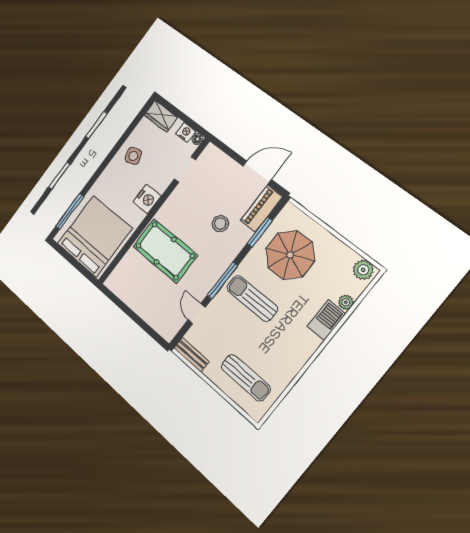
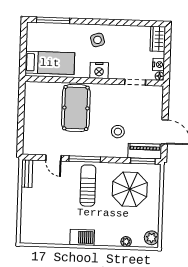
side table: (133, 156) -> (97, 40), moved
window: (260, 232) -> (143, 161), moved
bed: (95, 236) -> (50, 63), width x0.49
door: (197, 314) -> (53, 158), swing flipped
barbecue: (326, 320) -> (82, 237), moved
sun lounger: (246, 378) -> (40, 216), removed

